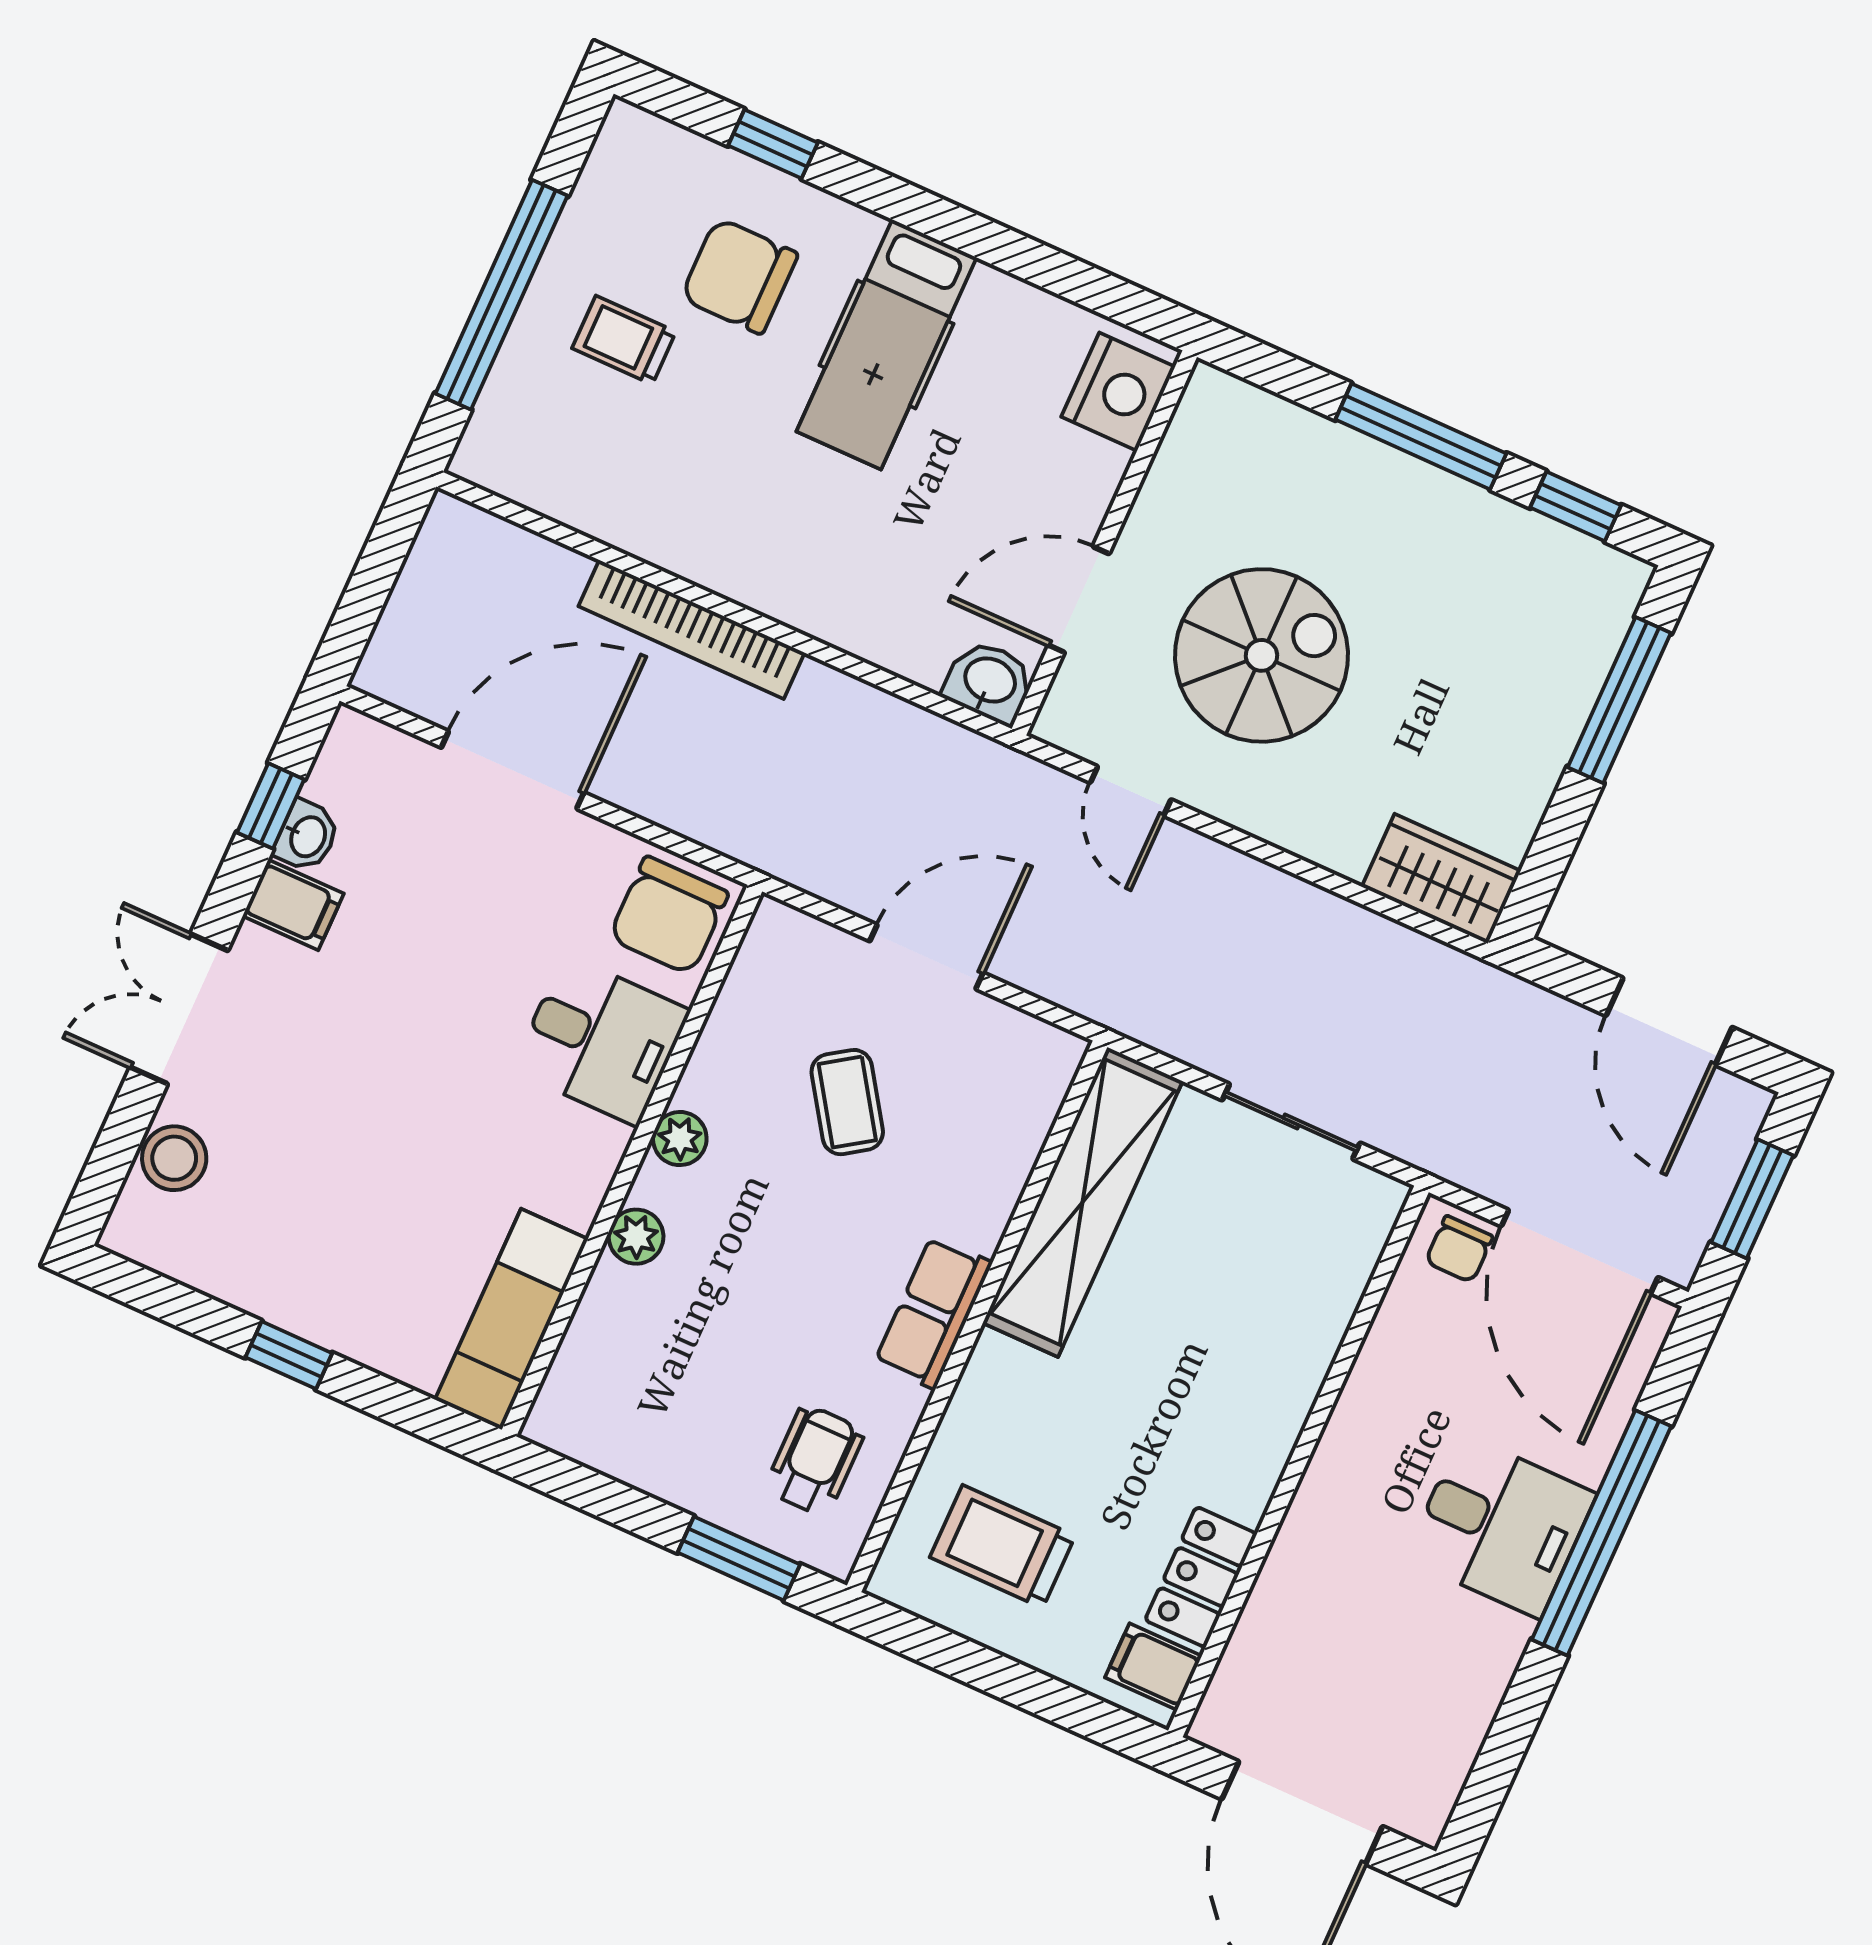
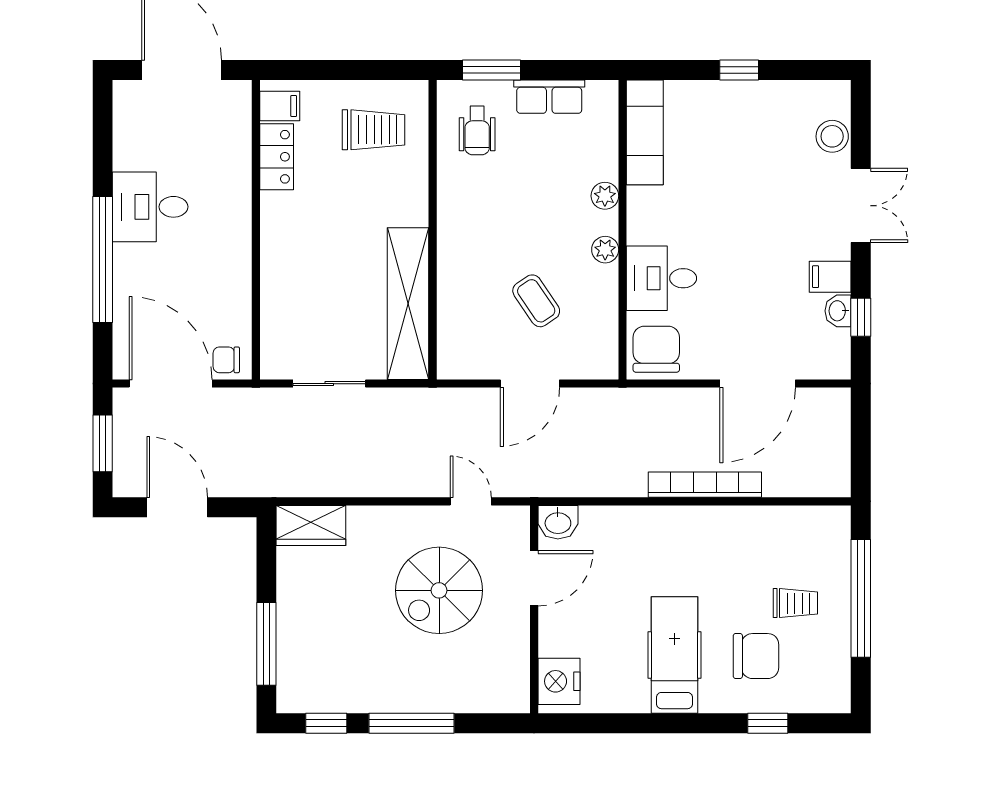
chair: (1459, 1249) -> (226, 360), turned -90
row of seats: (933, 1312) -> (549, 97), moved, turned 90
desk: (1501, 1526) -> (150, 207), moved

